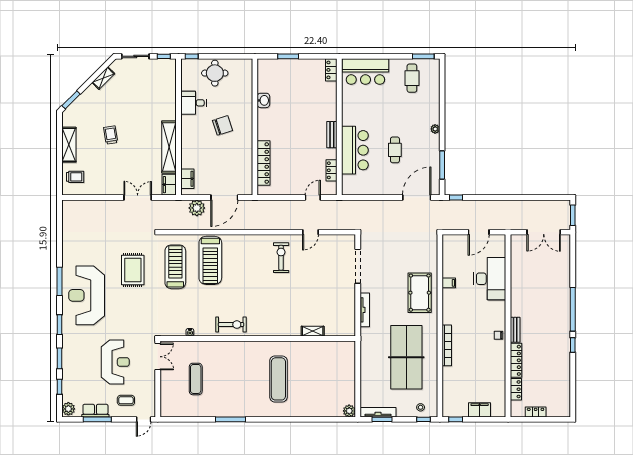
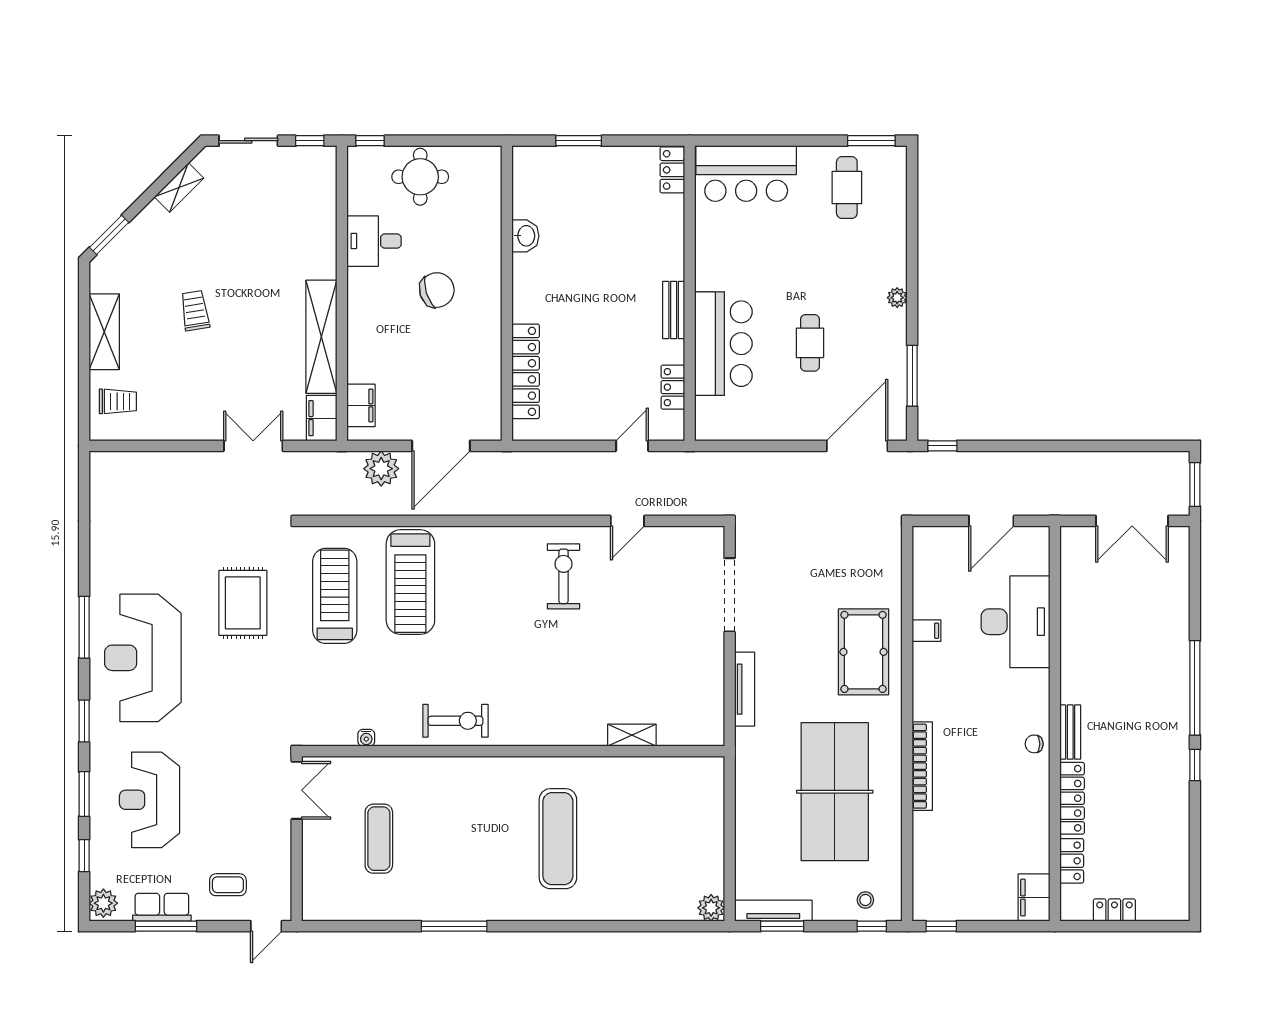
reception desk: (115, 362) -> (150, 800), moved, turned 180
filing cabinet: (480, 410) -> (1034, 898), moved, turned -90

